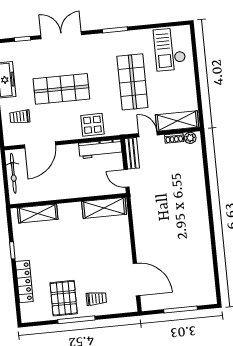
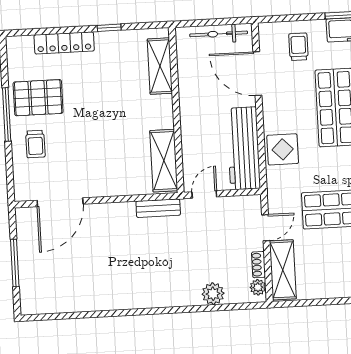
workbench: (100, 149) -> (244, 148), width x1.36, depth x1.32
bench: (132, 153) -> (158, 208), moved
plant: (196, 169) -> (213, 294), added

